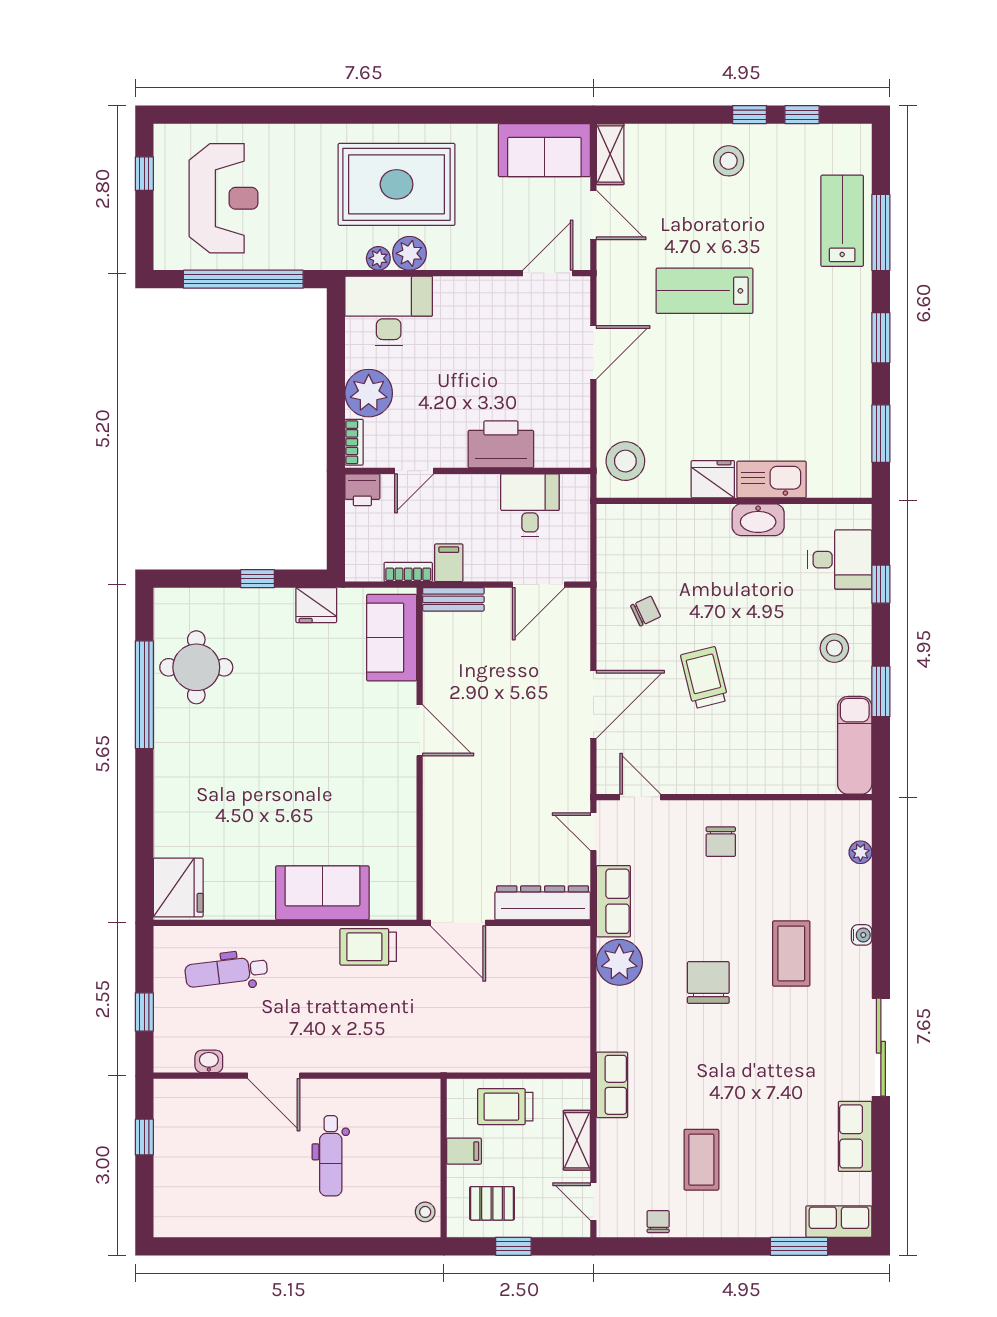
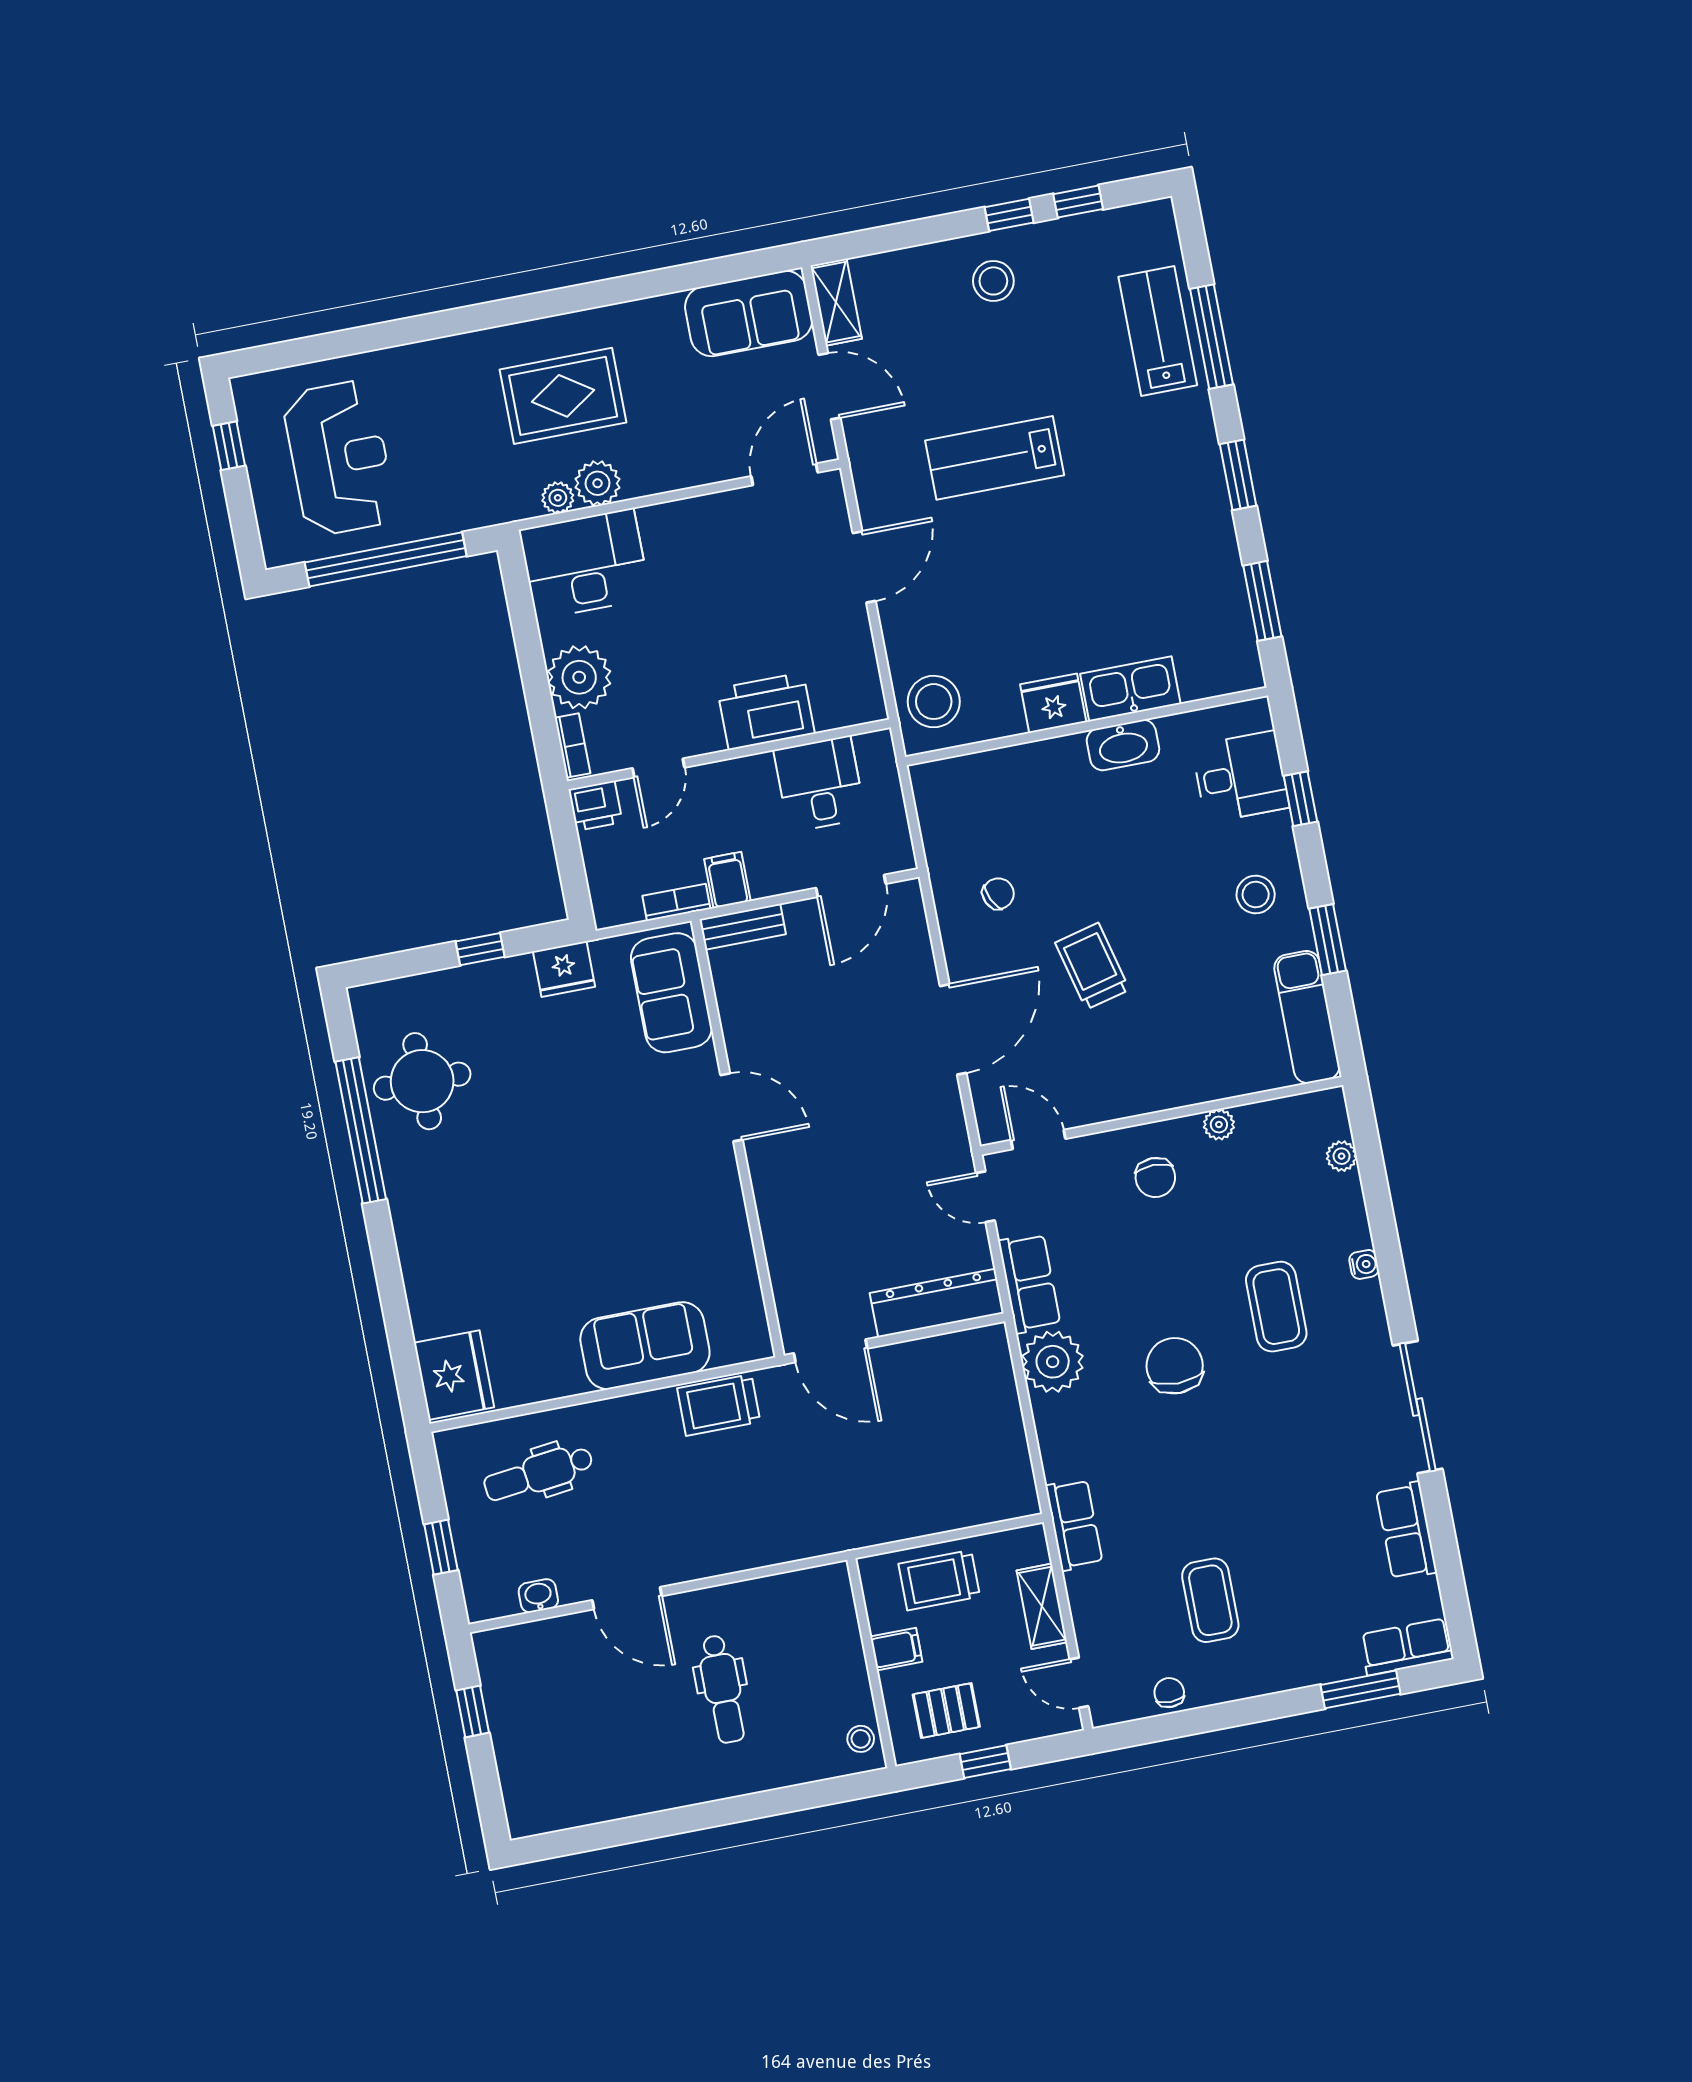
rug: (397, 184) -> (563, 396), width x0.73, depth x0.69
plant: (775, 812) -> (1219, 1125), added

